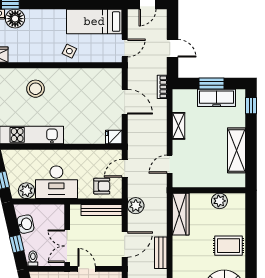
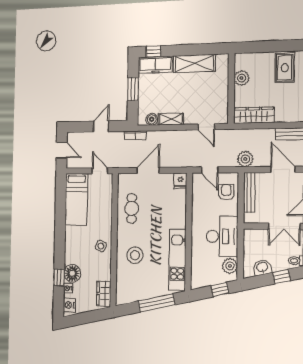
side table: (69, 51) -> (101, 246), moved
cafe table: (85, 84) -> (132, 208), added
freezer: (217, 98) -> (155, 65), moved, turned 90
boiler: (179, 105) -> (152, 119), added

